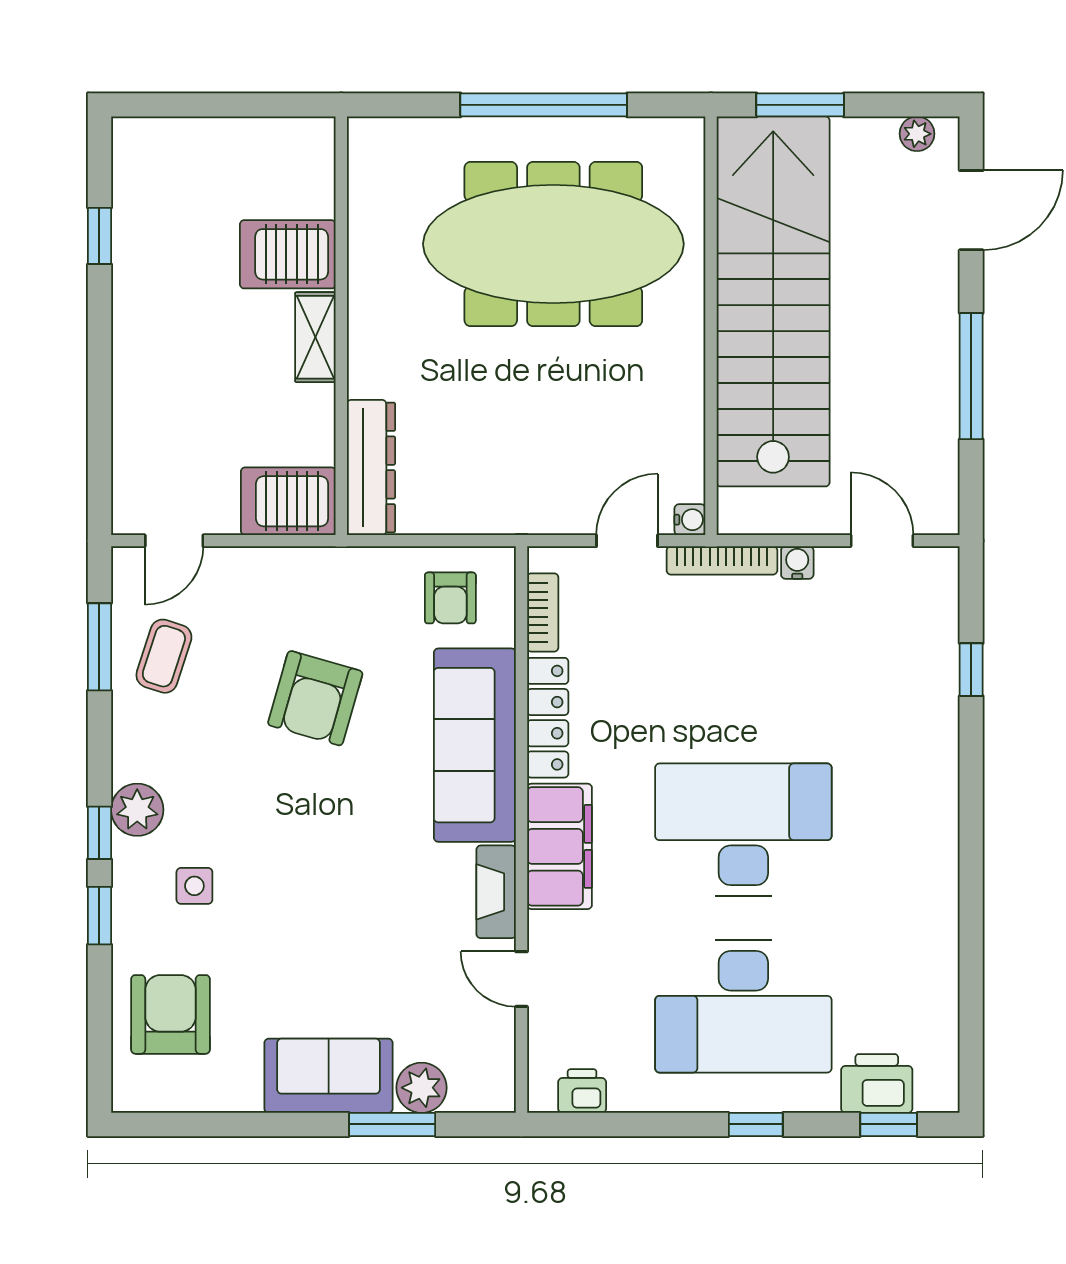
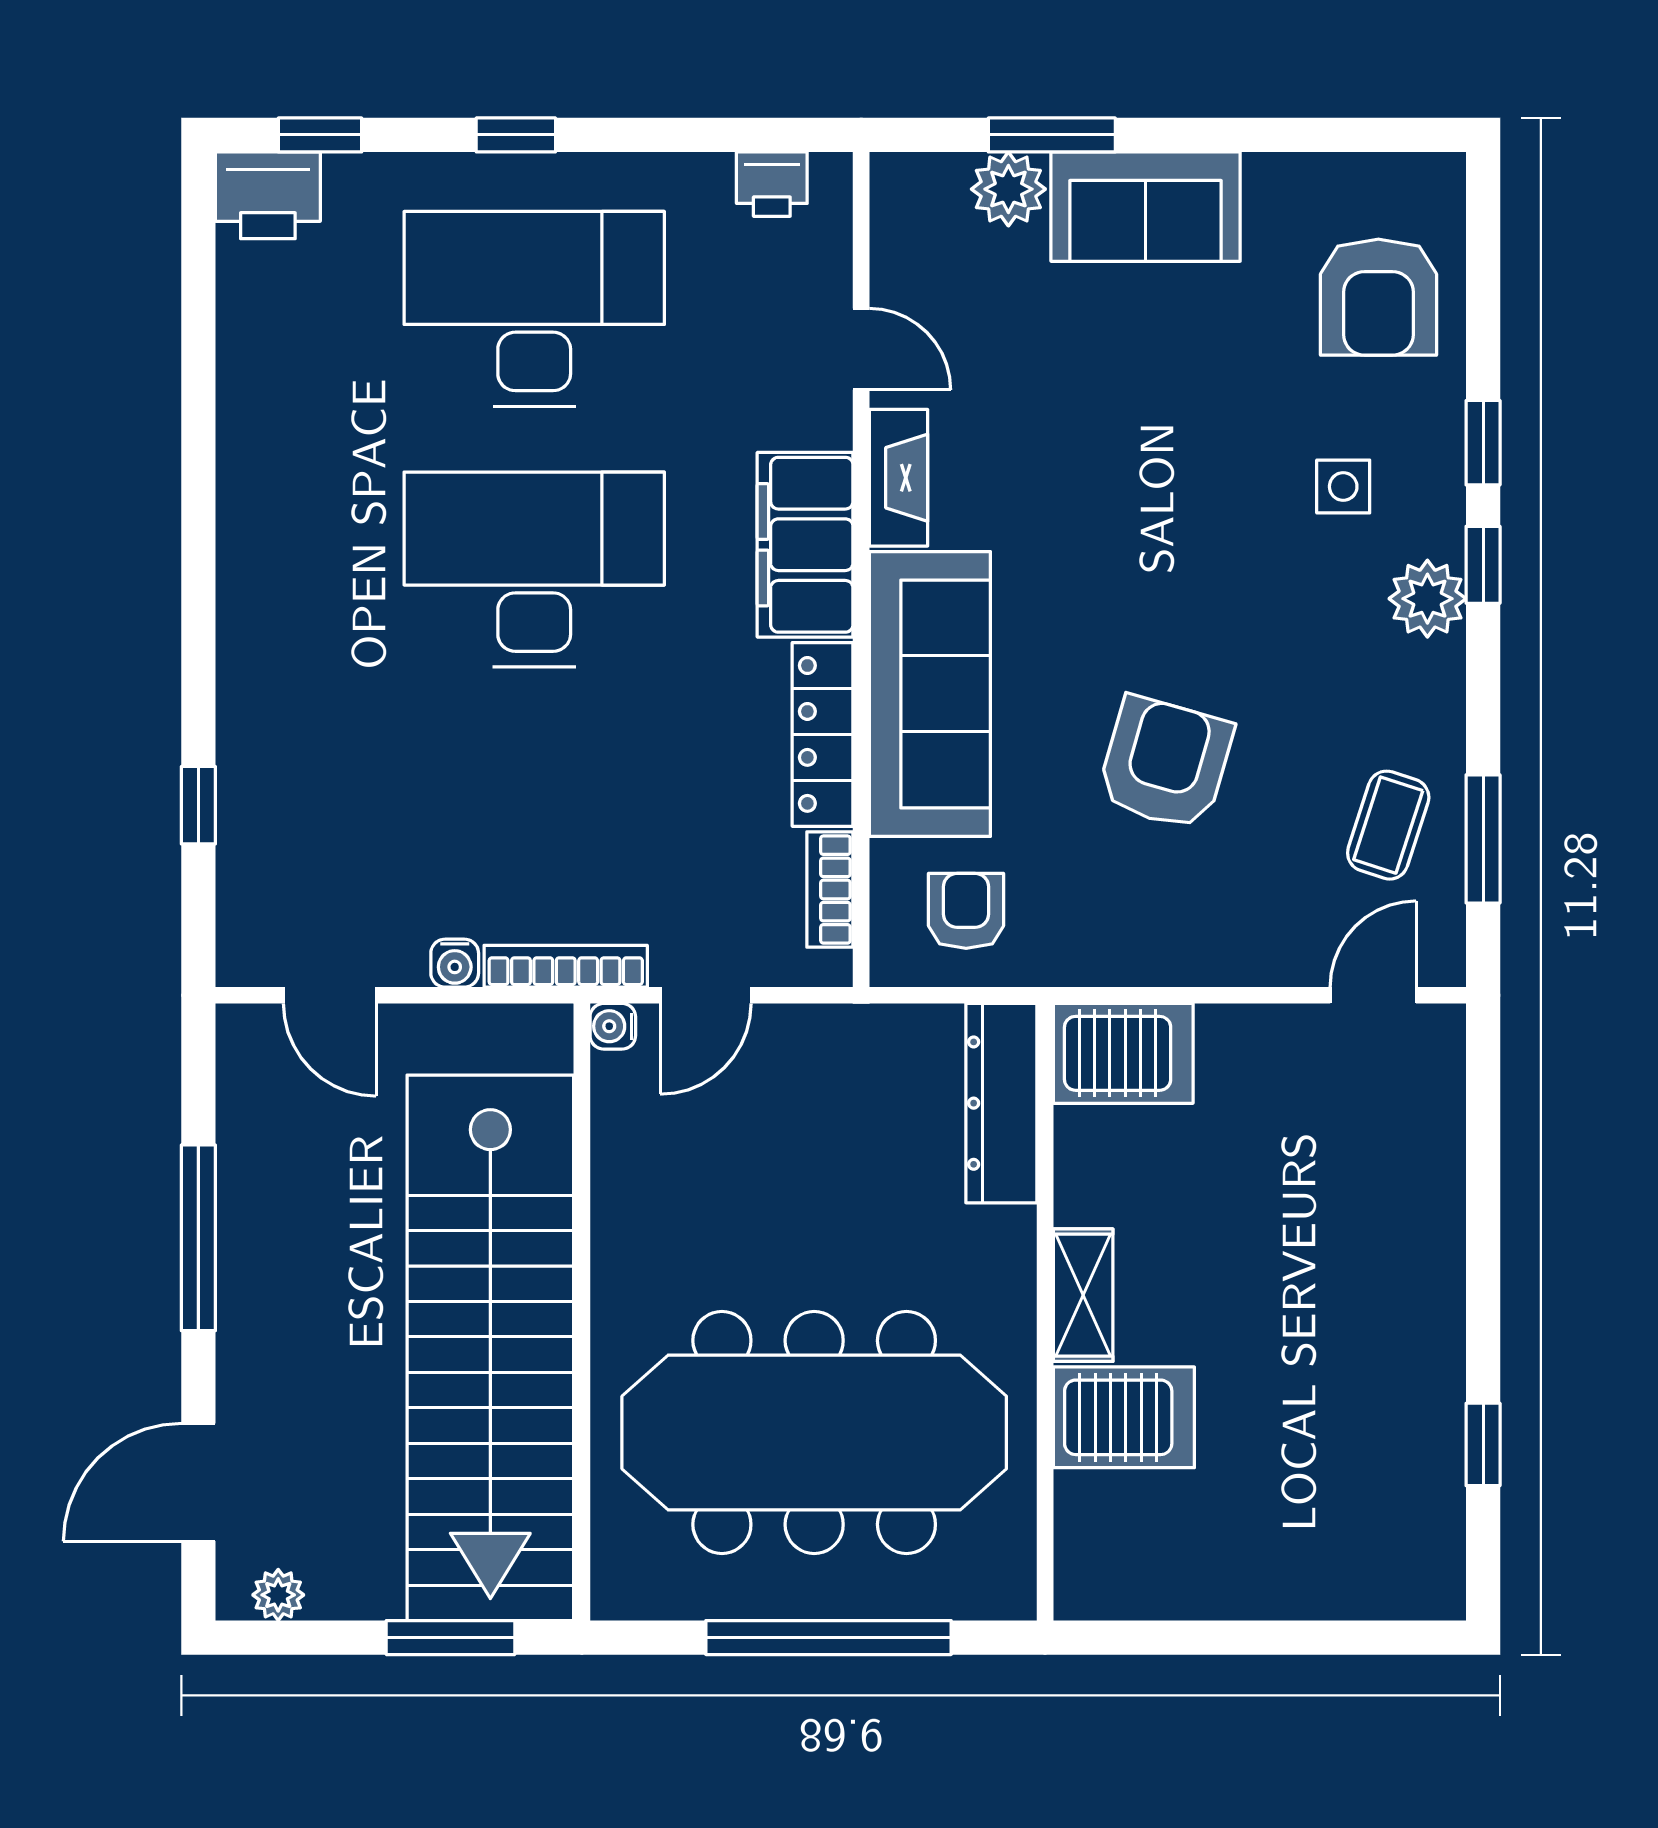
server rack: (288, 254) -> (1124, 1417), moved
wall: (341, 326) -> (1045, 1312), moved
shelving: (315, 337) -> (1083, 1295), moved
dresser: (371, 467) -> (1001, 1103), moved
server rack: (288, 501) -> (1123, 1053), moved
desk: (743, 830) -> (534, 570), turned 180
printer: (877, 1083) -> (268, 195), moved

